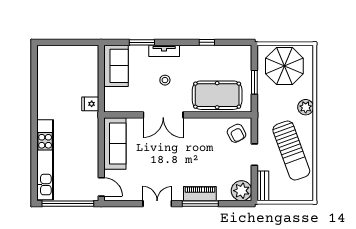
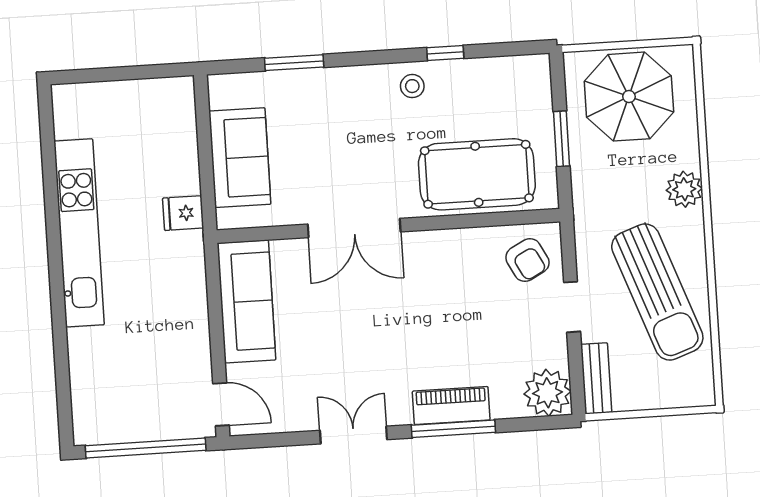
tv unit: (164, 51) -> (347, 79), removed
sofa: (116, 66) -> (240, 158), moved
stool: (165, 80) -> (412, 86), moved
kitchen unit: (45, 160) -> (79, 233), moved

